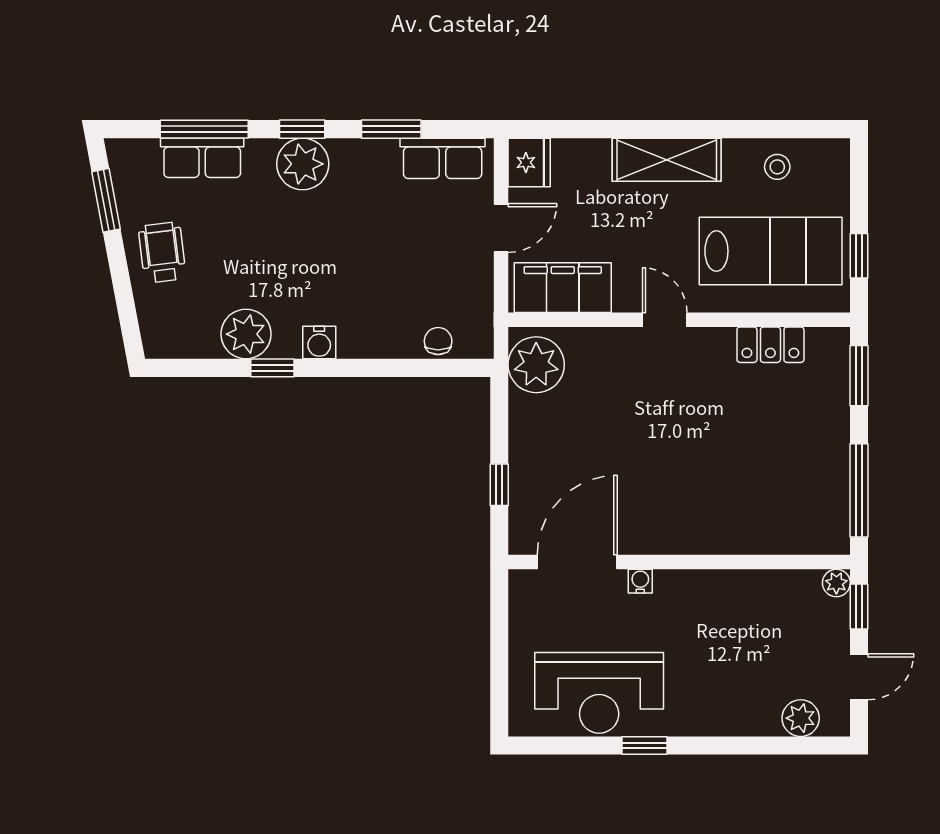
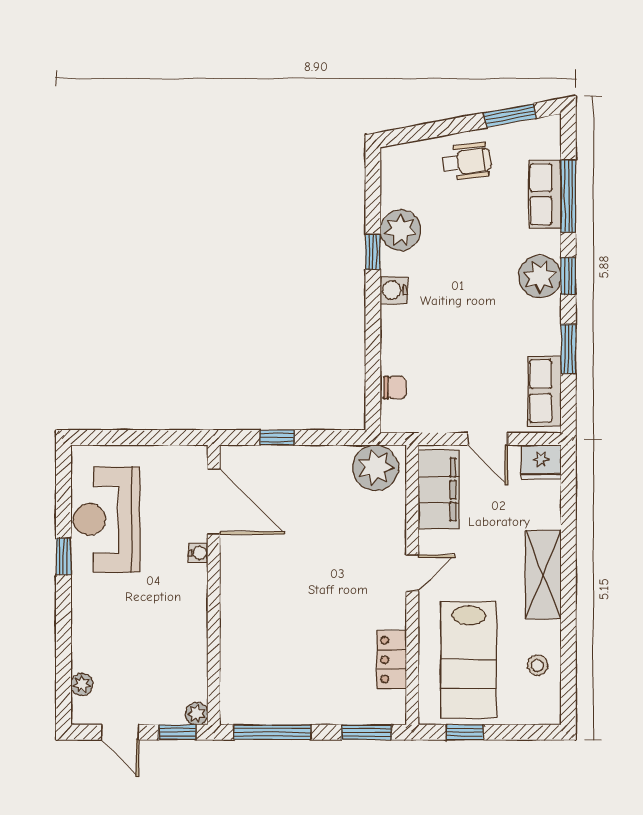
plant: (801, 718) -> (82, 684), width x0.73, depth x0.73

